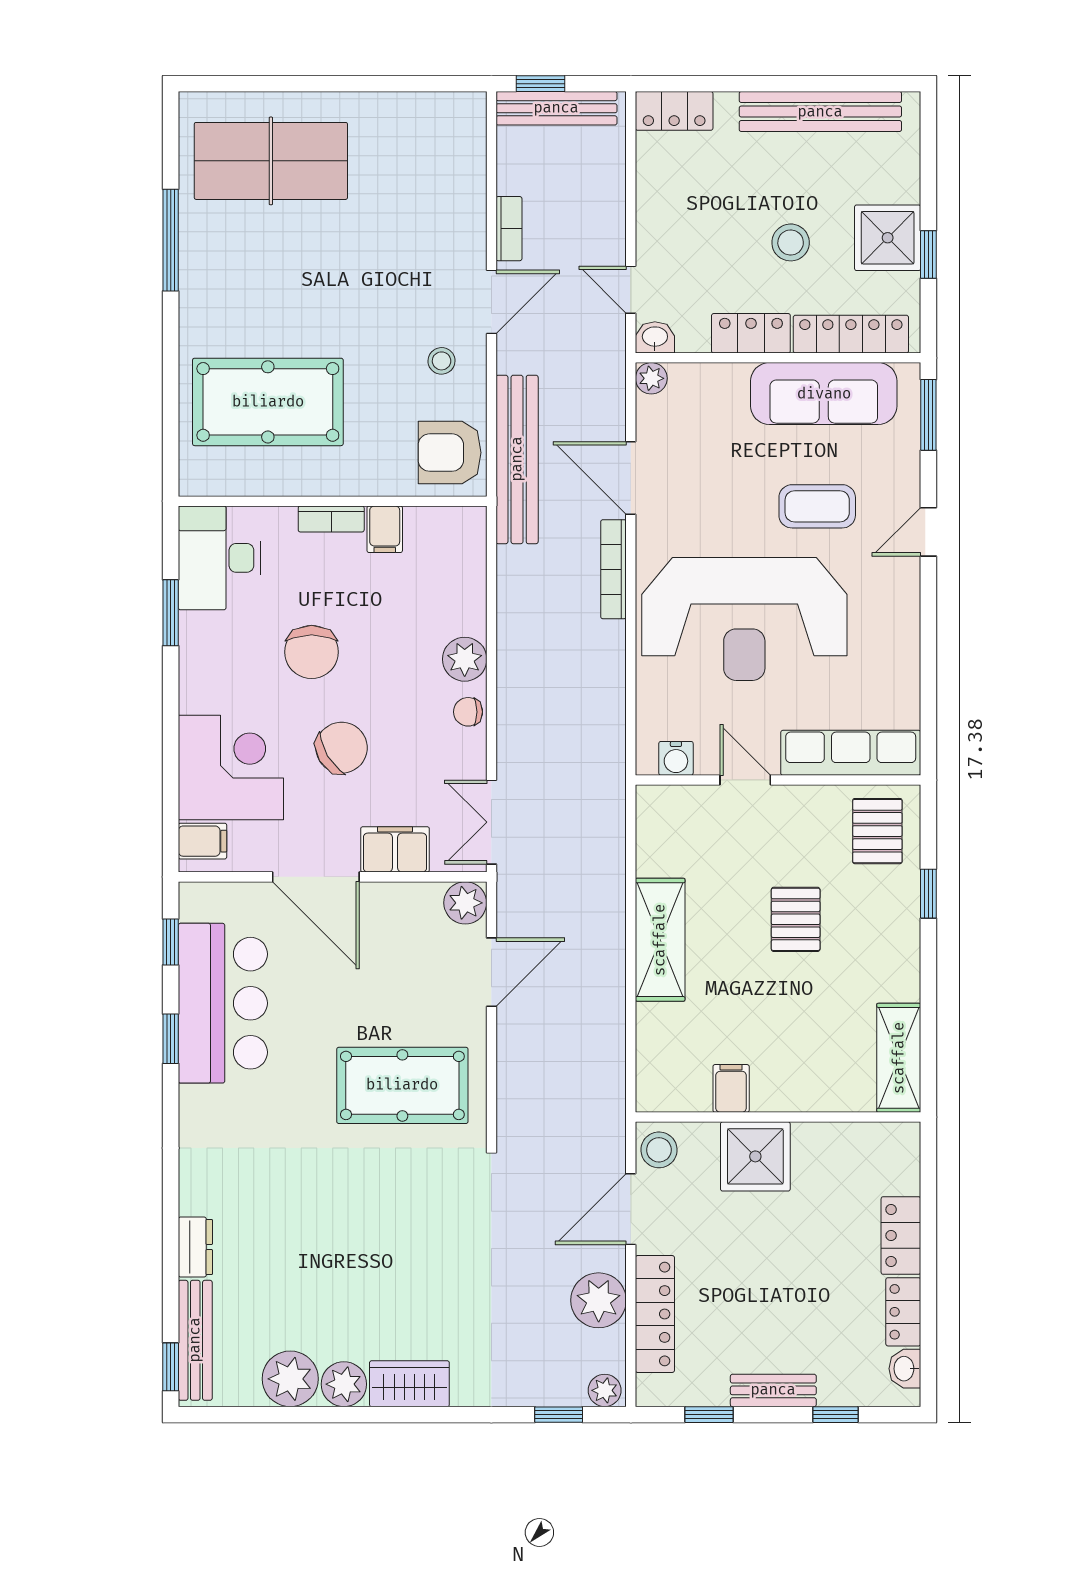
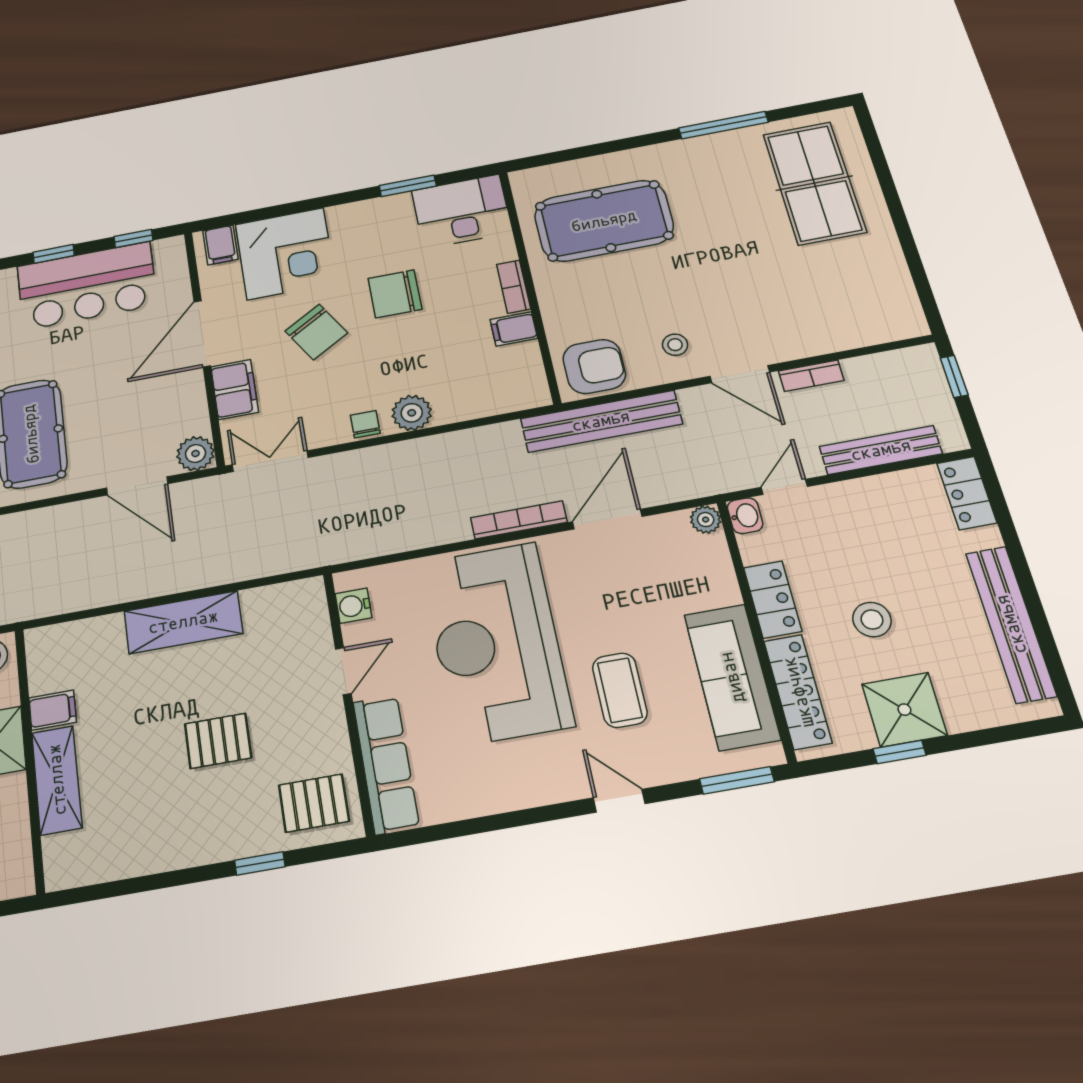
bench: (556, 108) -> (881, 450), moved, turned 90
pool table: (268, 402) -> (604, 221), turned 90
armchair: (450, 453) -> (594, 366), turned 90
shelving: (899, 1058) -> (57, 780), moved, turned 90

